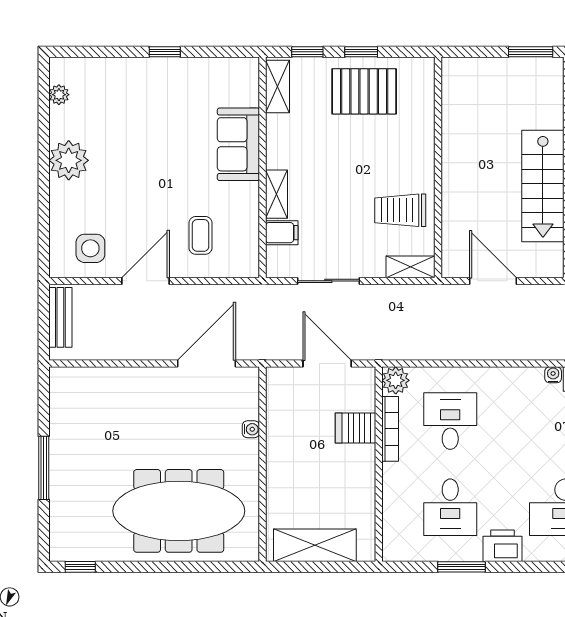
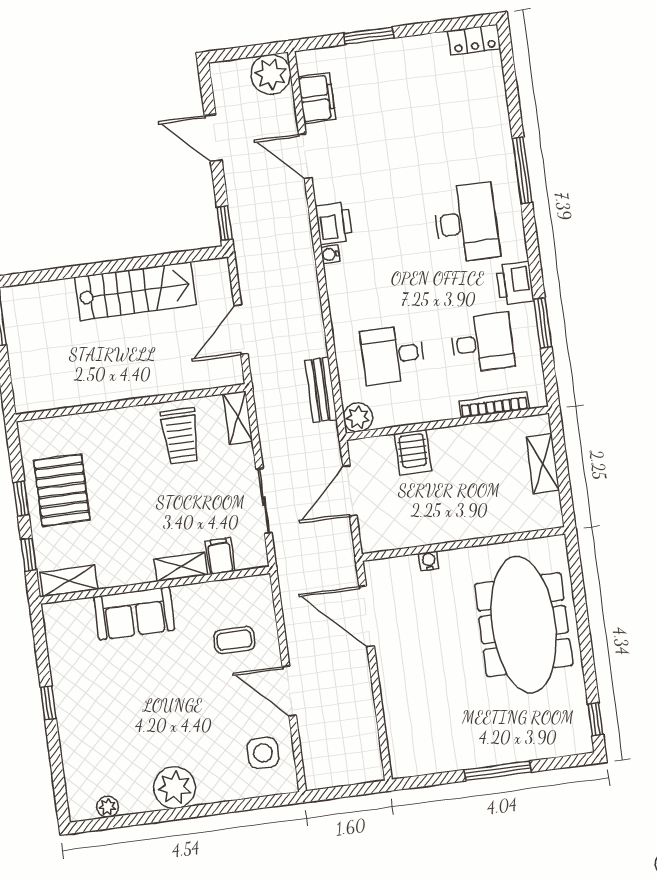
bench: (60, 317) -> (321, 390), moved, turned 90
bookcase: (390, 429) -> (494, 405), moved
shelving: (315, 545) -> (543, 464), width x0.67, depth x0.75

